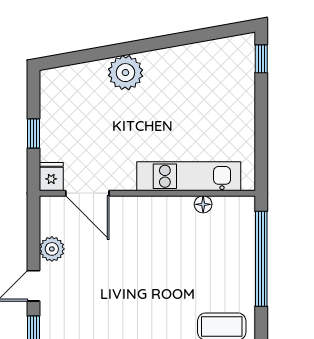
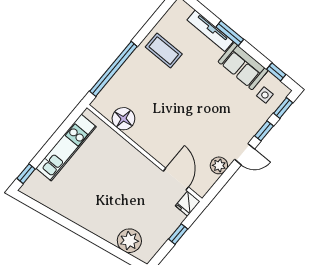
plant: (125, 73) -> (129, 241), moved
kitchen unit: (189, 176) -> (66, 147), moved, turned -90
floor lamp: (203, 204) -> (123, 119), width x1.89, depth x1.89

